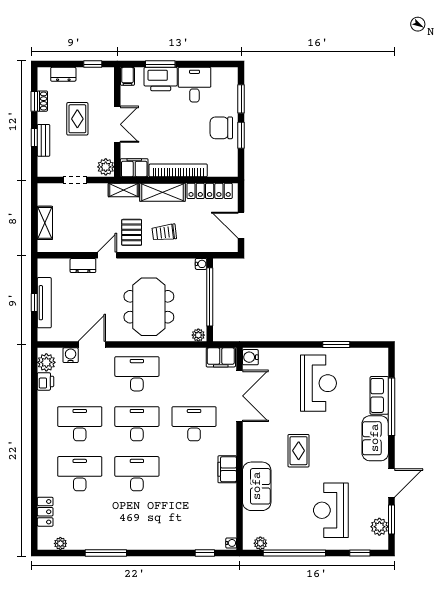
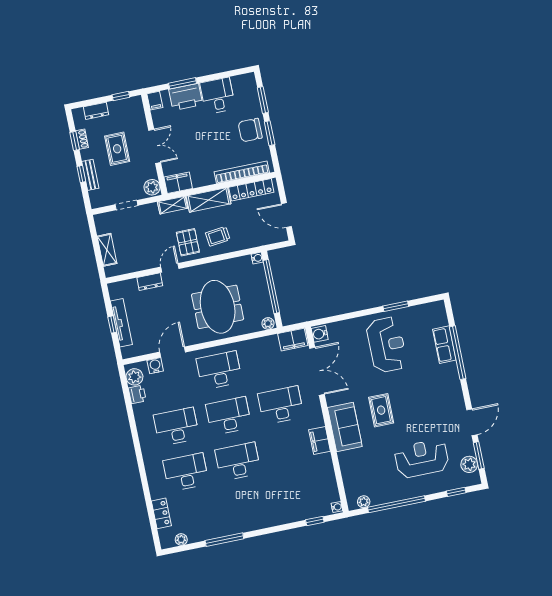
bookcase: (178, 170) -> (242, 172), moved
sofa: (375, 438) -> (449, 384), removed
sofa: (257, 486) -> (345, 427), moved
reception desk: (331, 510) -> (422, 458), turned 90

